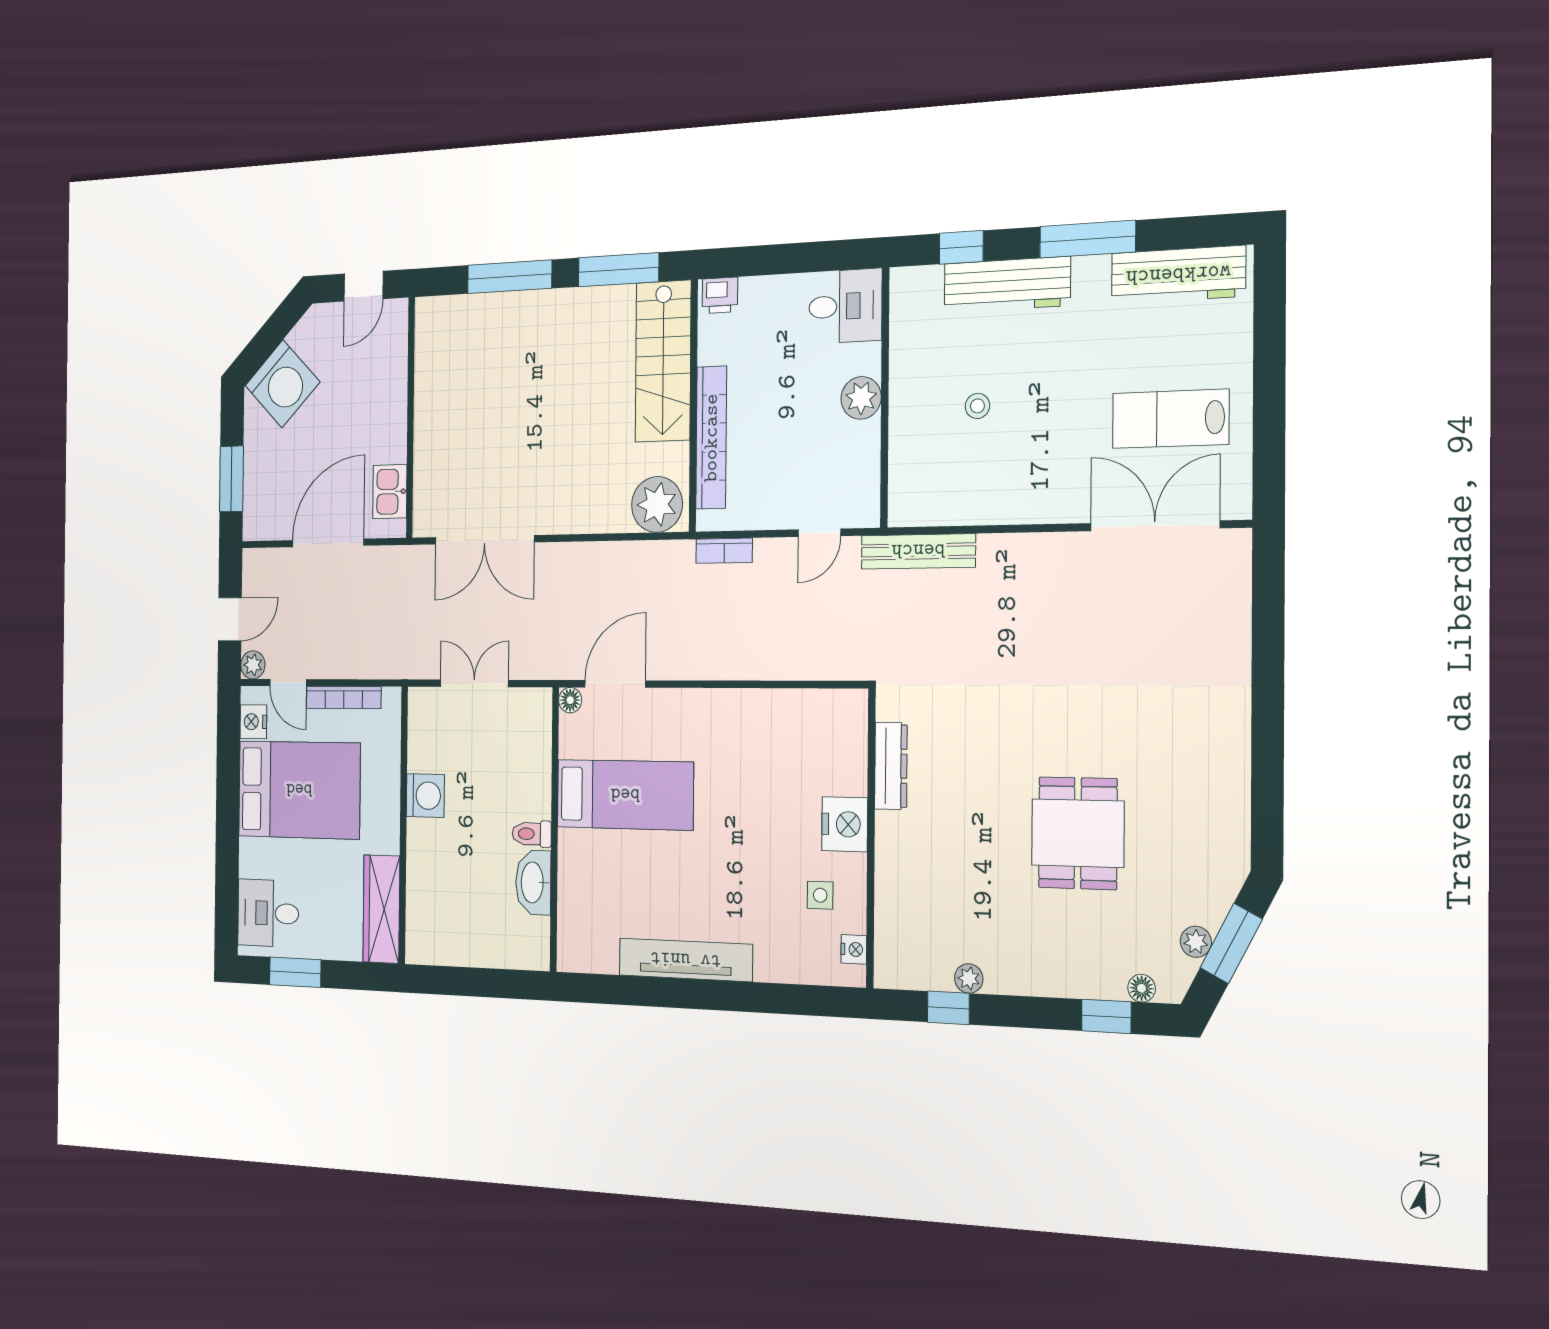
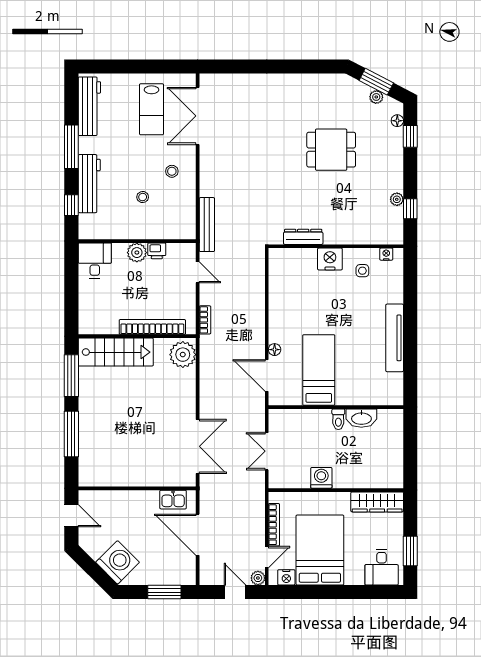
printer: (720, 295) -> (157, 251), moved, turned 90
stool: (1033, 470) -> (172, 171), added
floor lamp: (570, 700) -> (275, 350), moved

